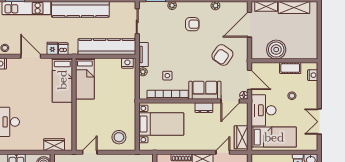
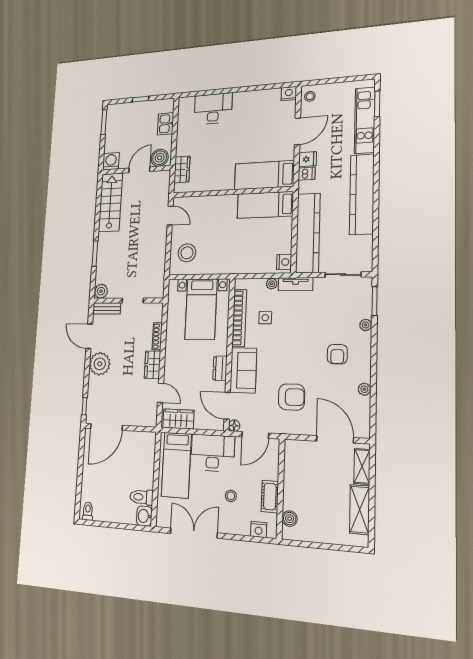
boiler: (276, 50) -> (290, 519), moved, width x0.54, depth x0.54
armchair: (222, 55) -> (292, 397), turned 145
double door: (319, 122) -> (194, 533), width x1.37

